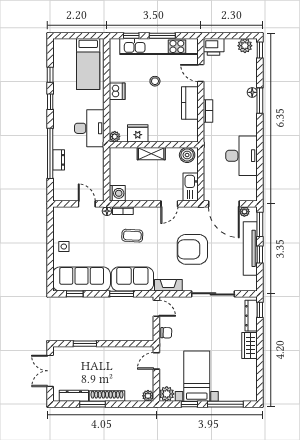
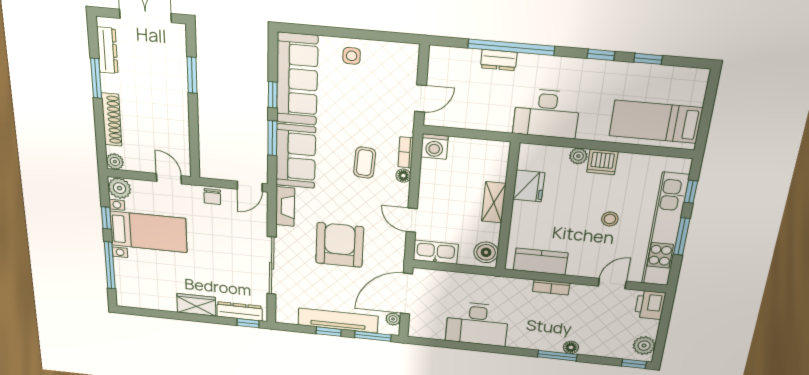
kitchen counter: (190, 103) -> (541, 261), moved
plant: (115, 137) -> (578, 156), moved
floor lamp: (107, 211) -> (403, 176), moved
window: (75, 294) -> (273, 95), moved
shoe rack: (107, 396) -> (112, 120), moved

